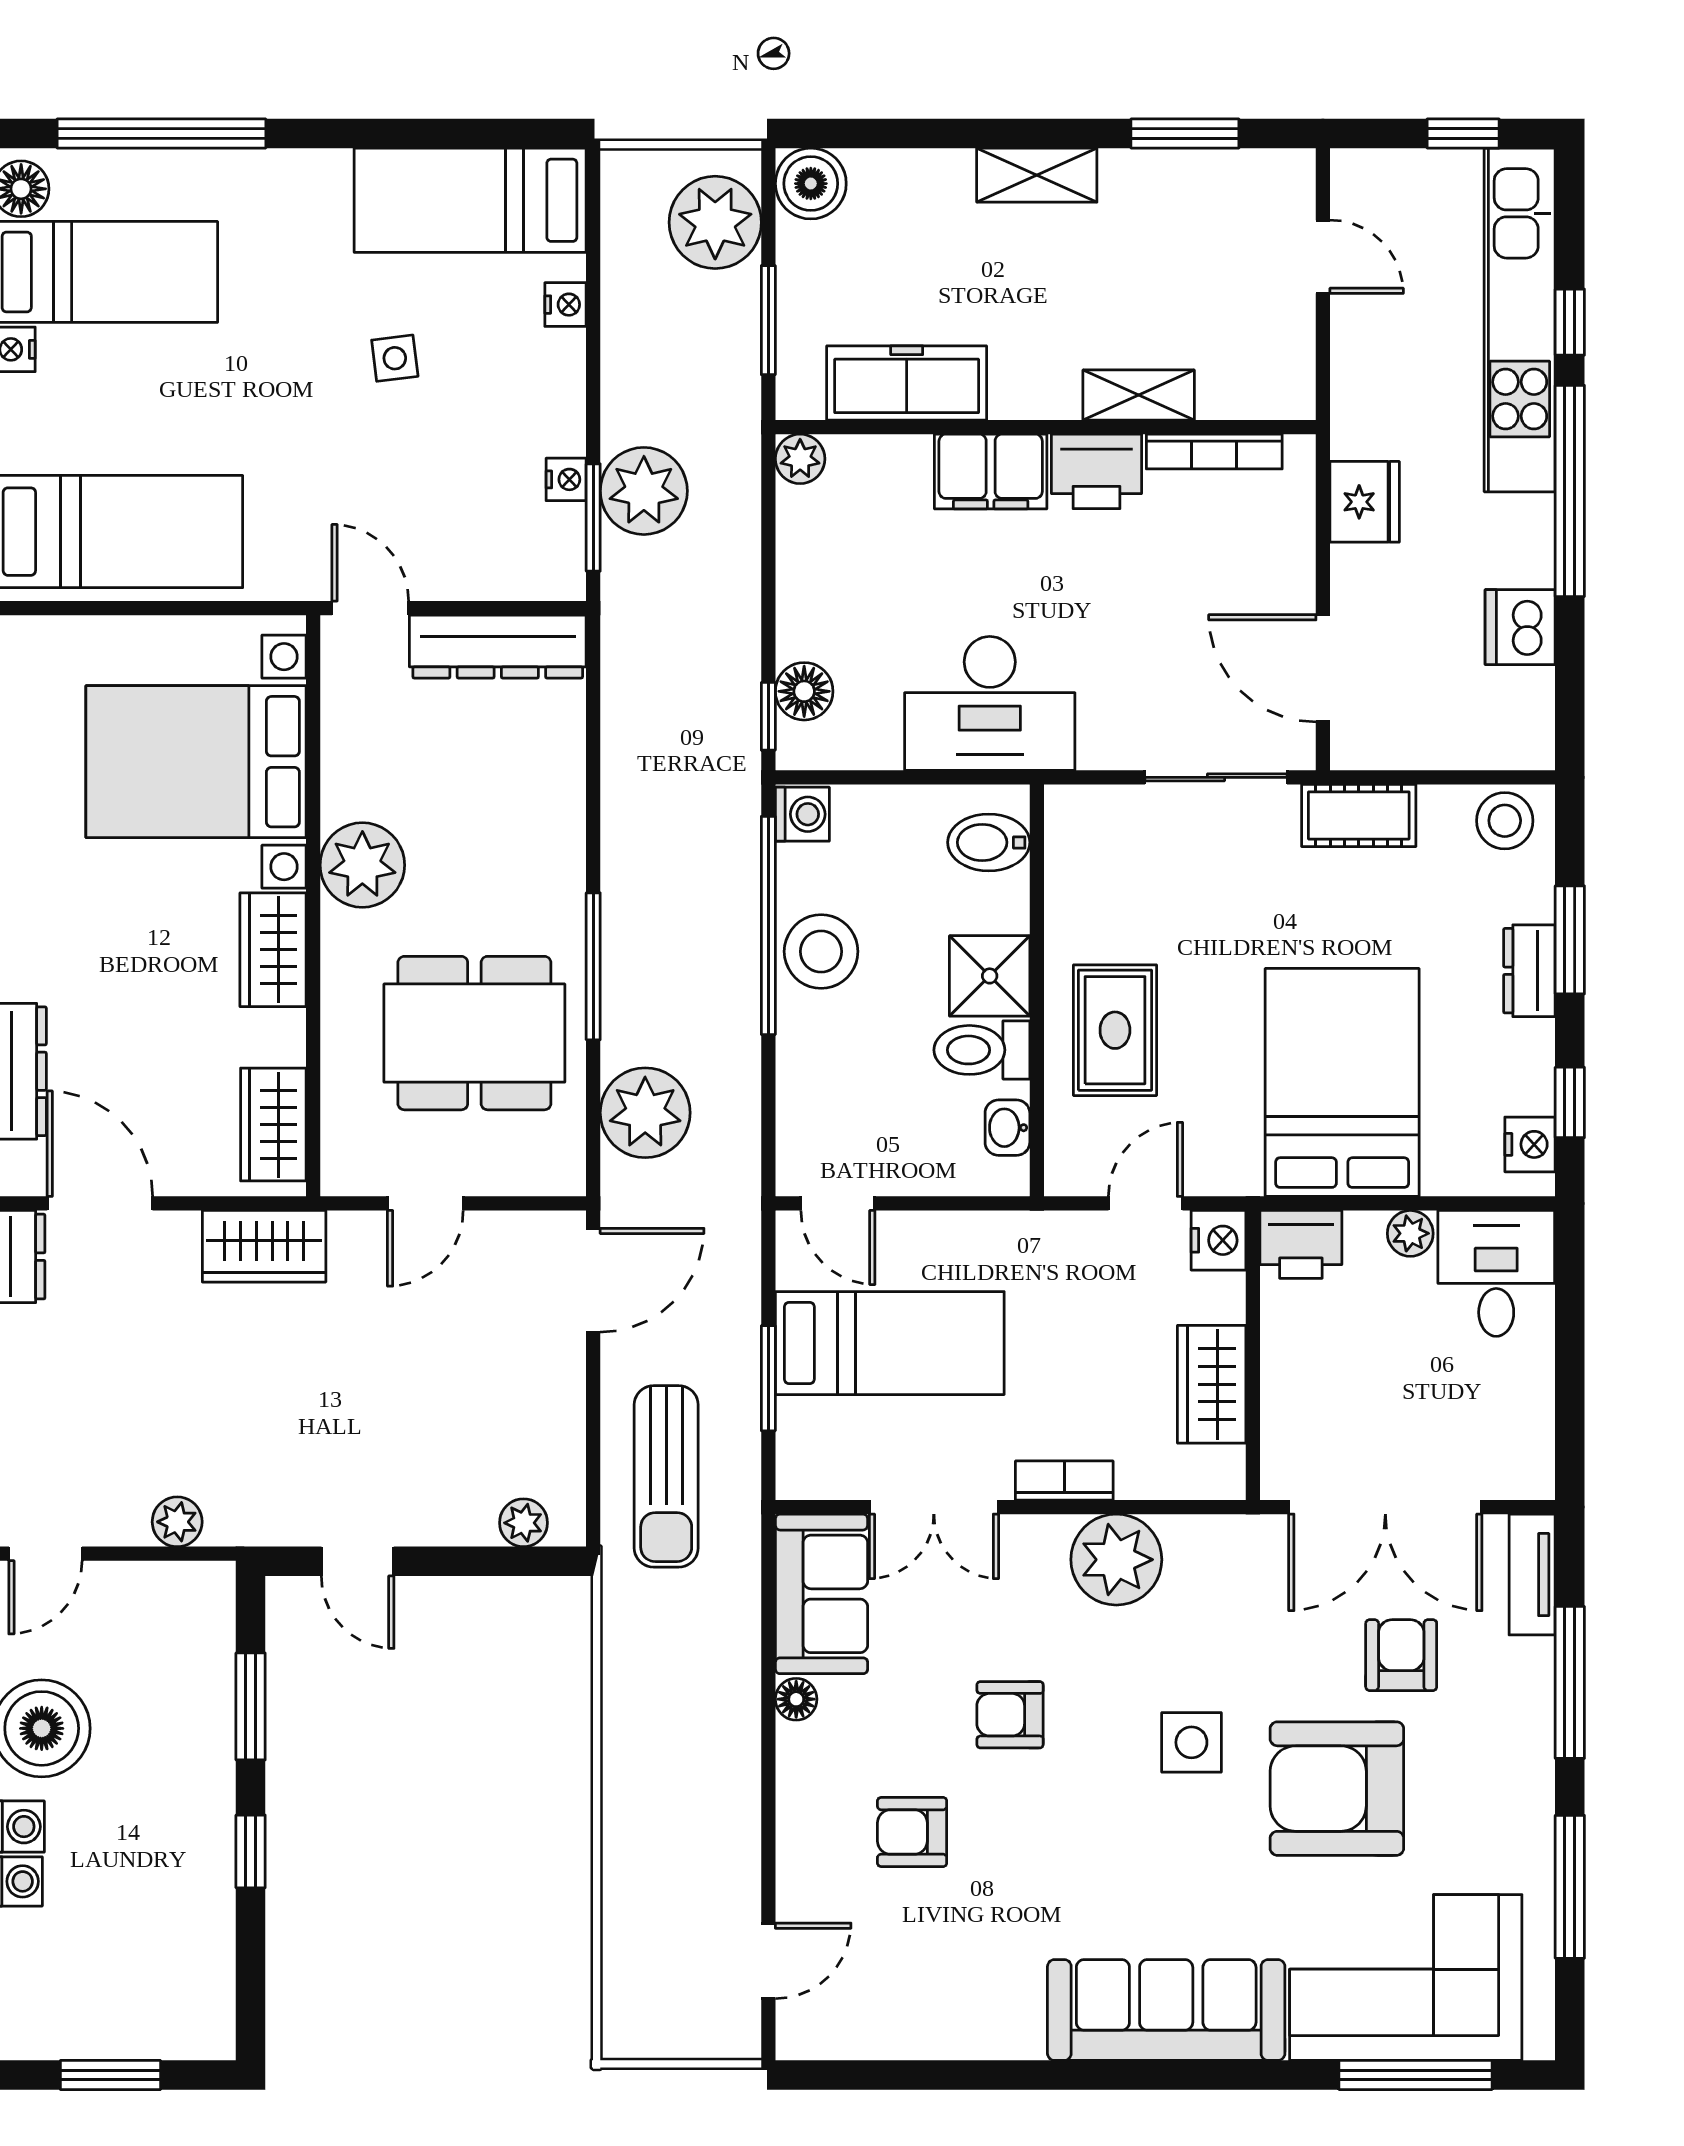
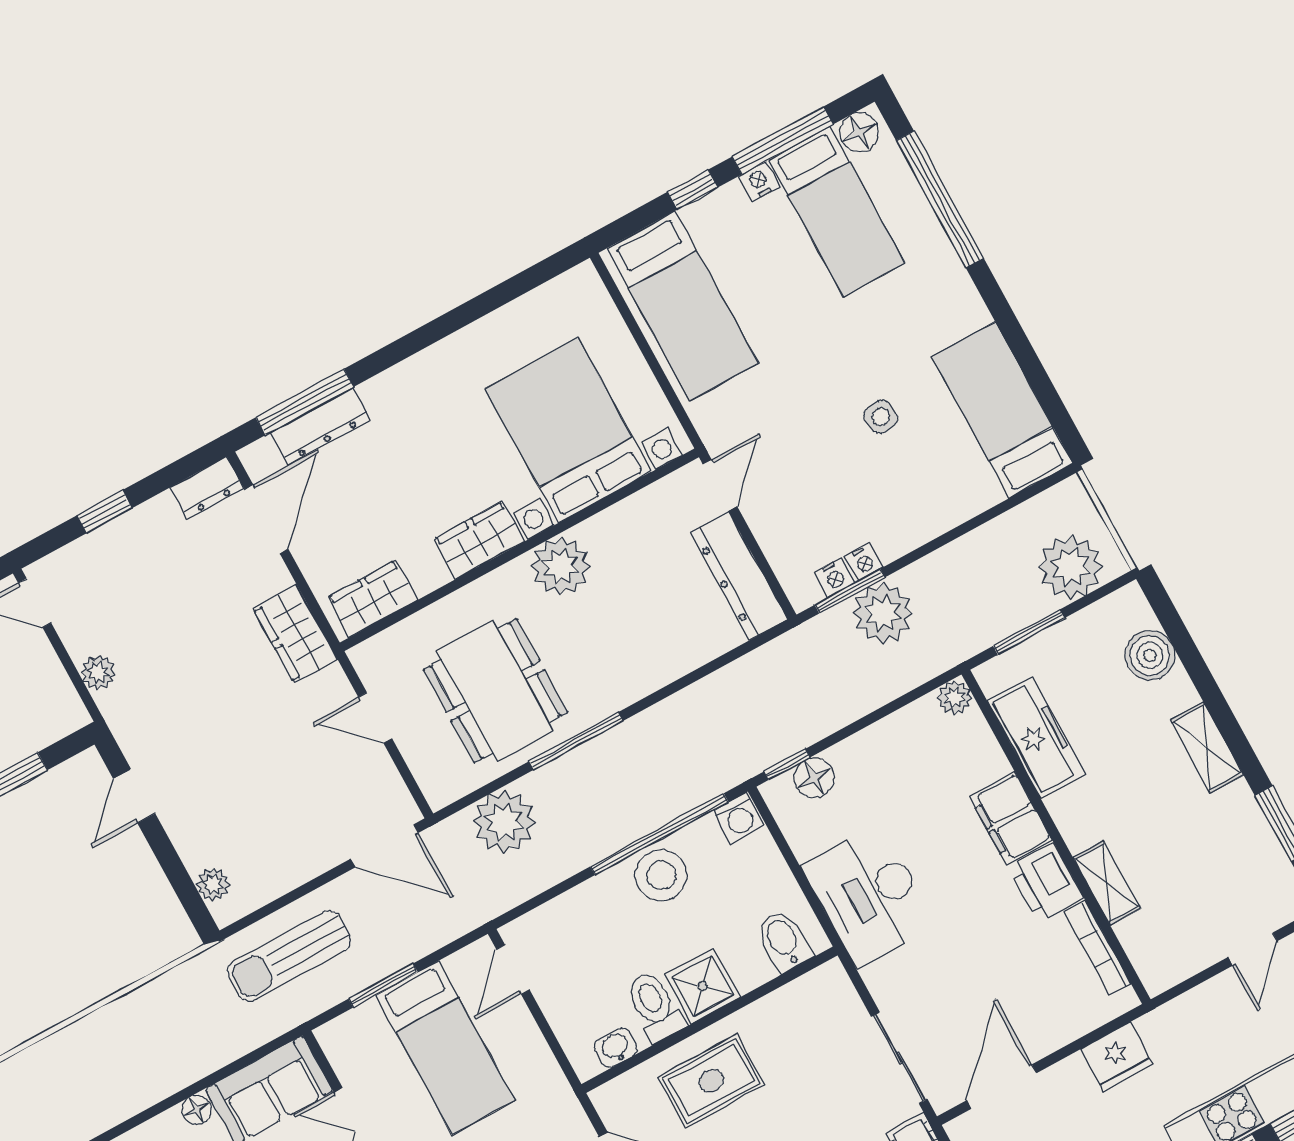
boiler: (811, 184) -> (1150, 655), moved
nightstand: (566, 305) -> (835, 577), moved

